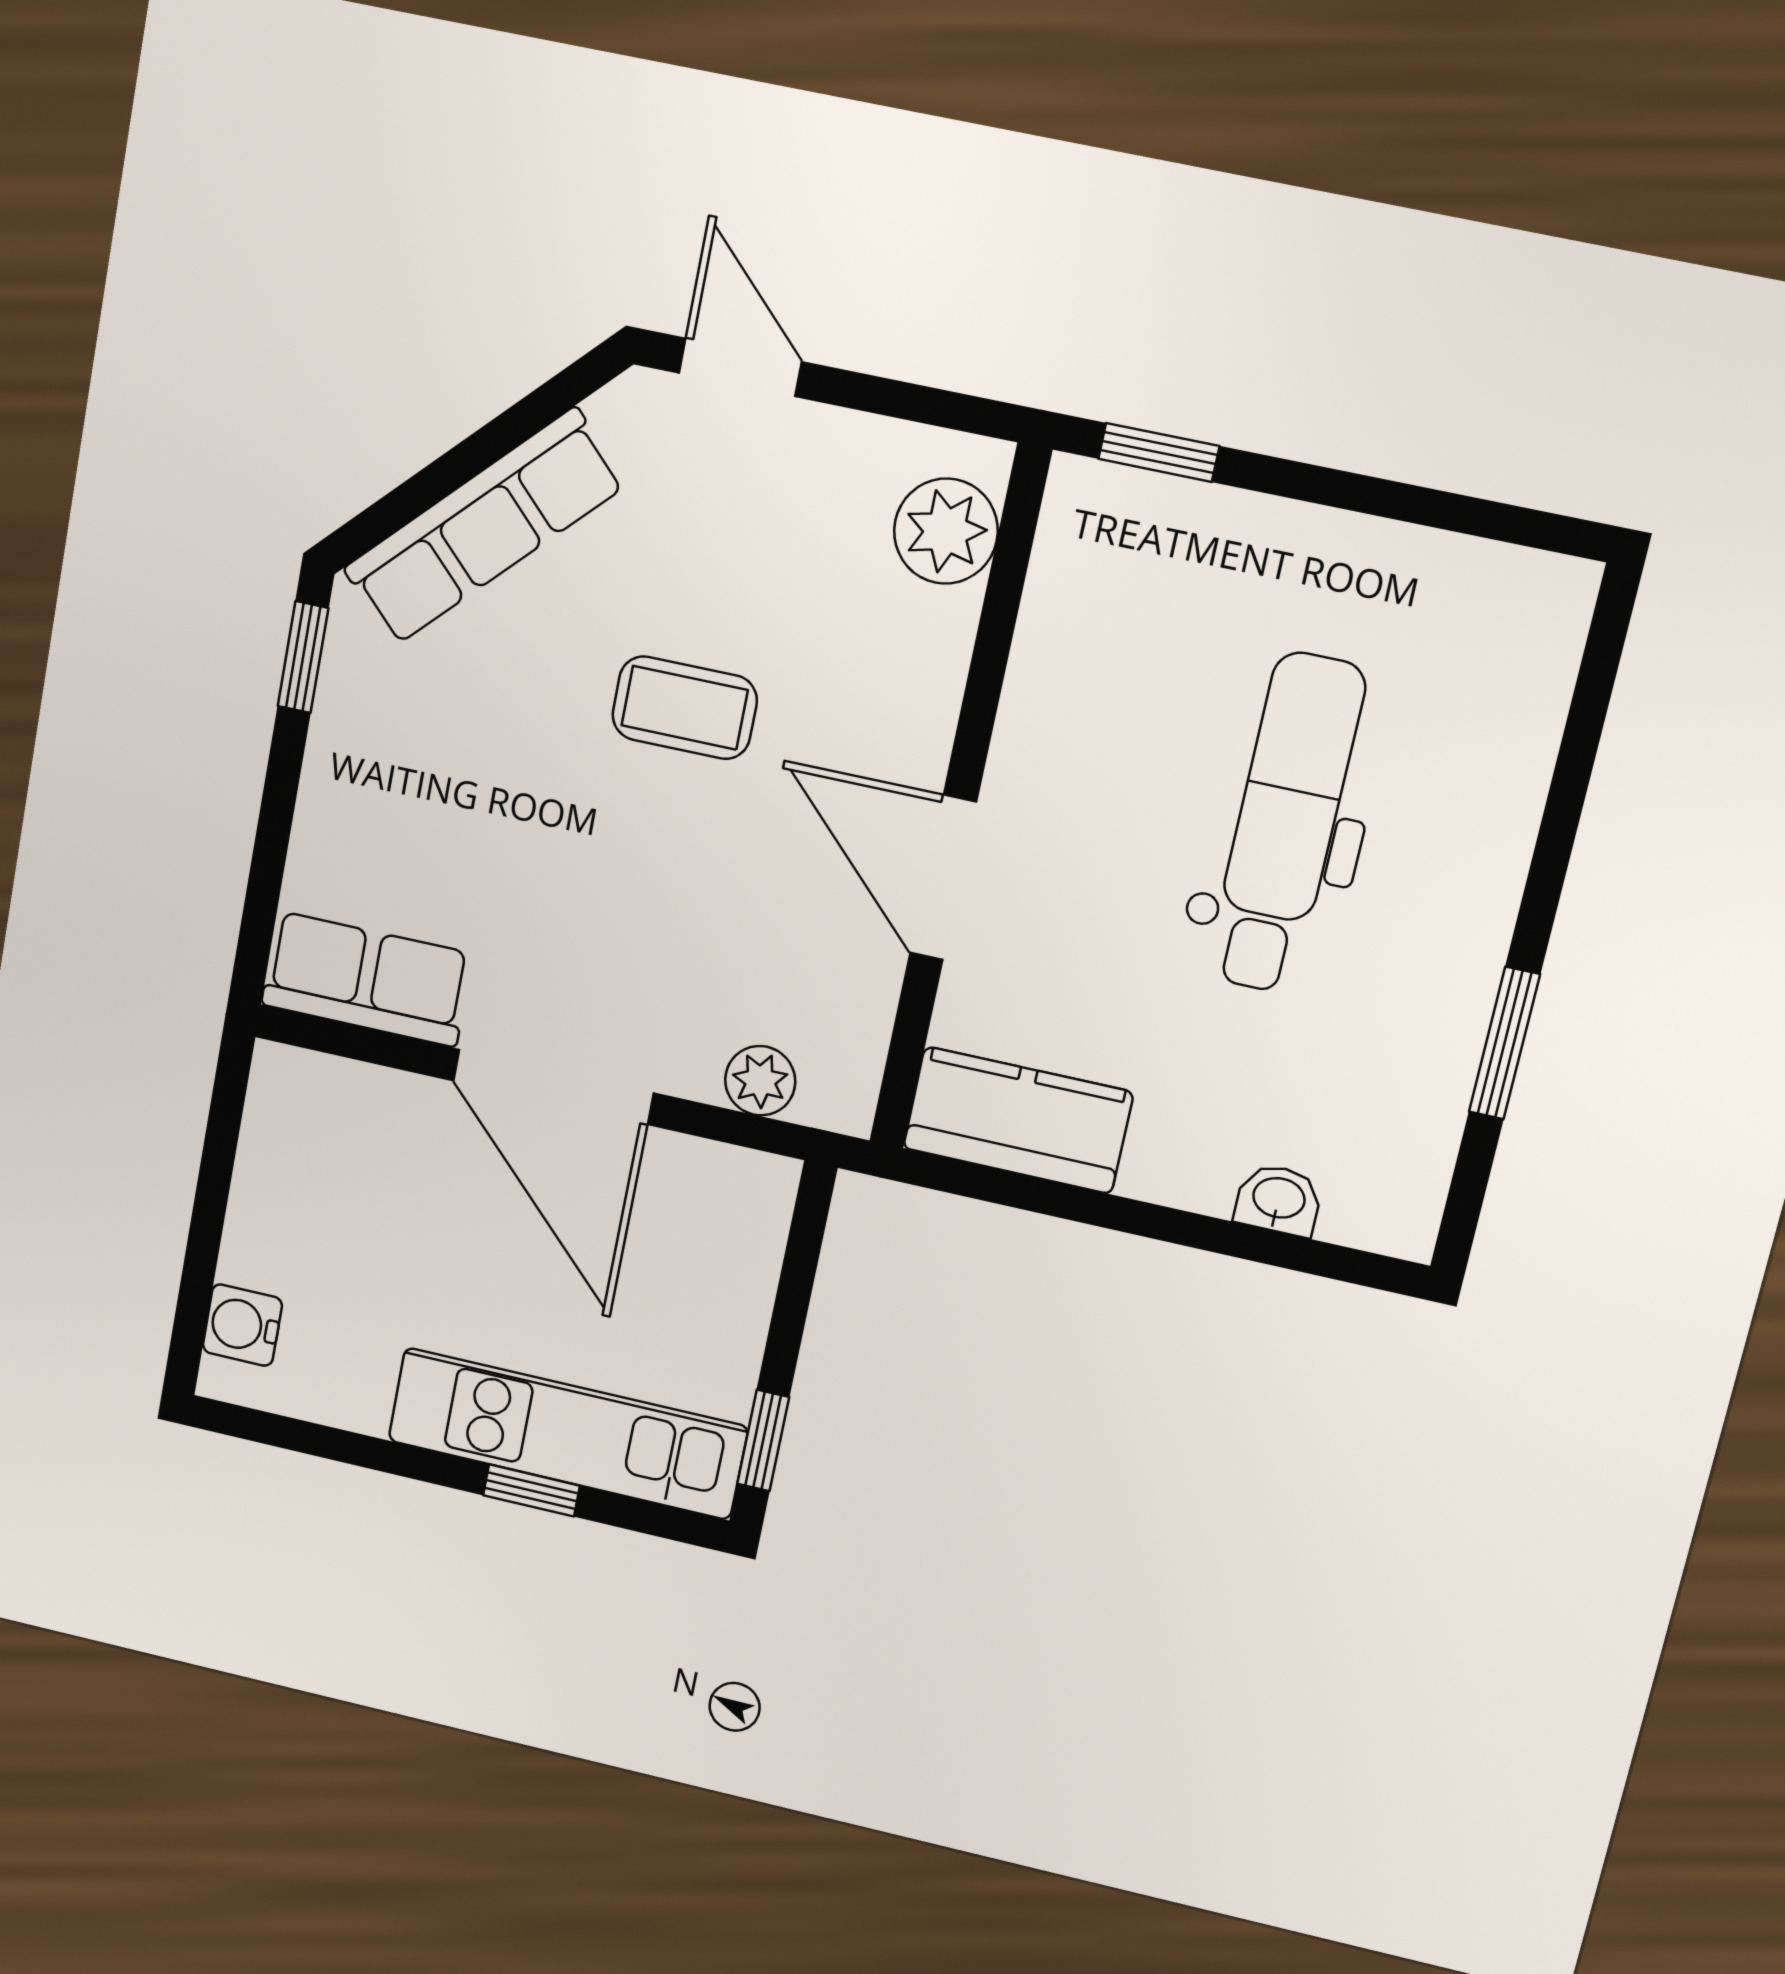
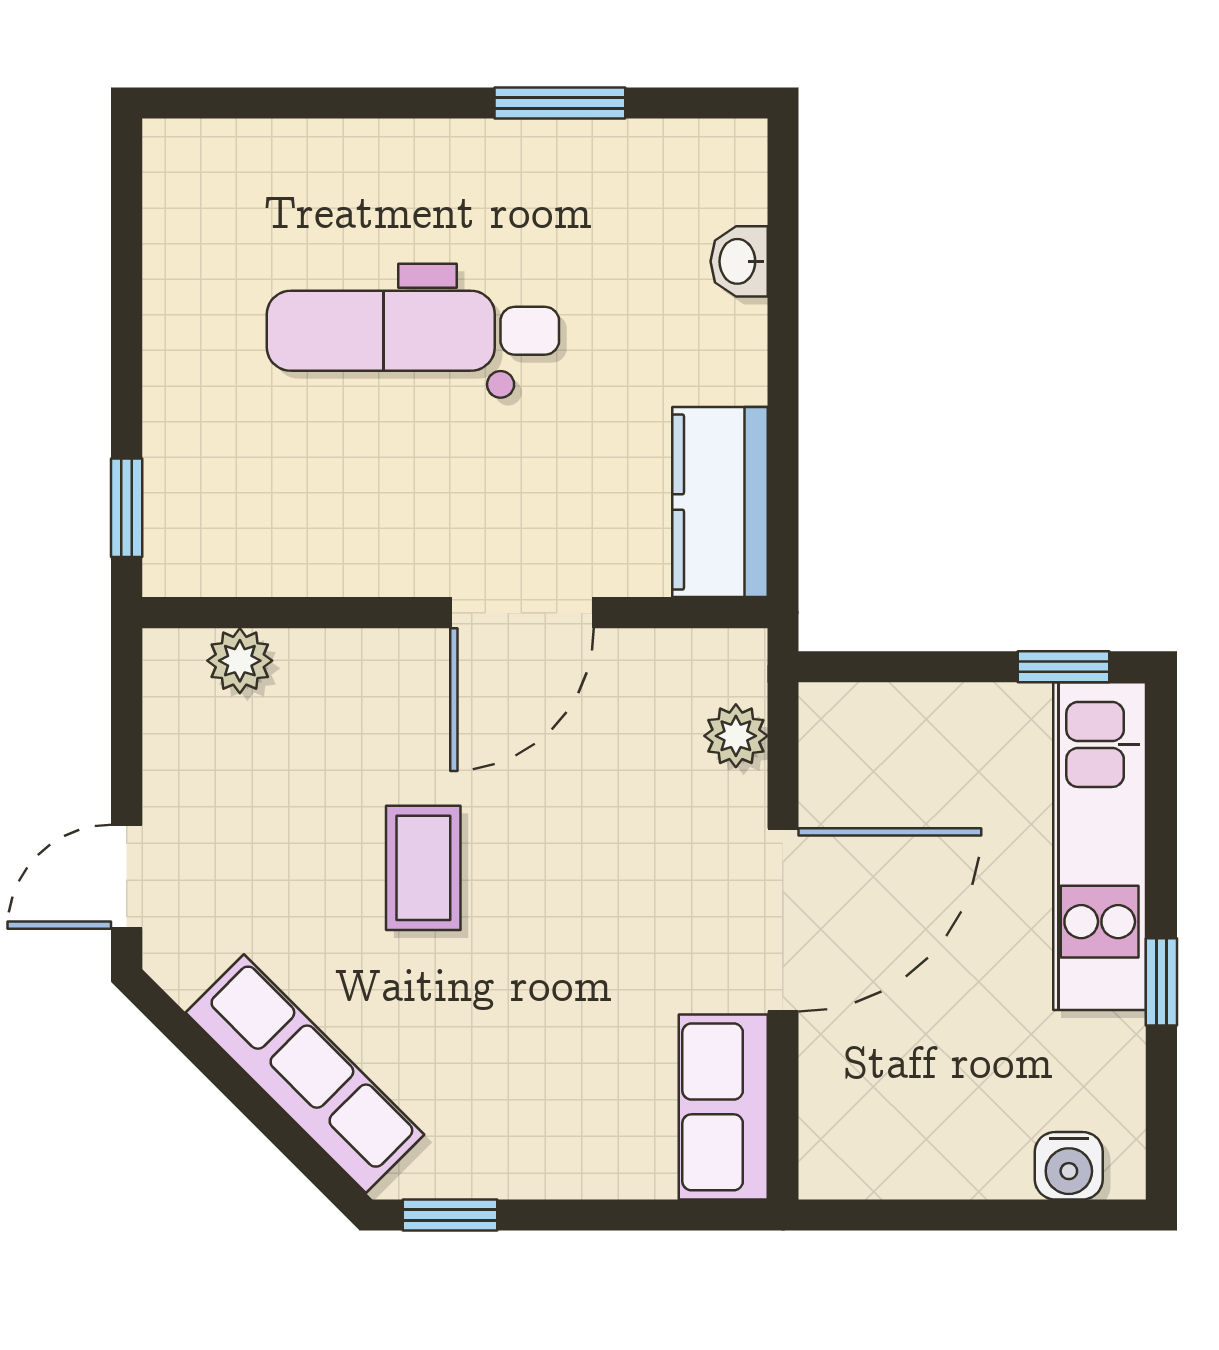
plant: (946, 531) -> (240, 661), width x0.73, depth x0.73
window: (531, 1490) -> (1161, 982), moved

